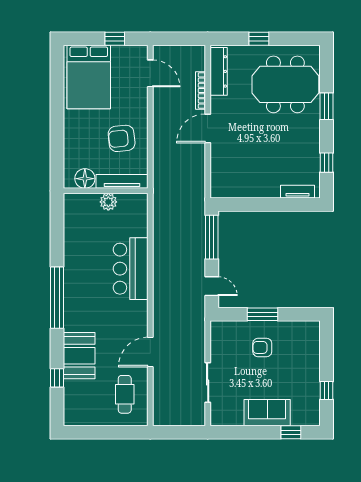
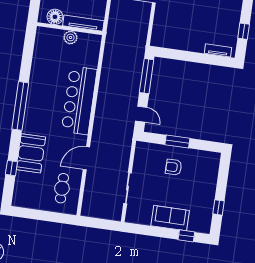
bar counter: (131, 269) -> (79, 100), width x1.36

